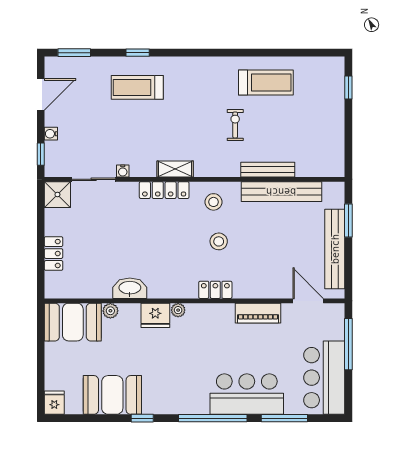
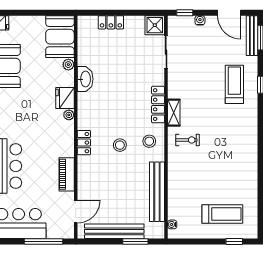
treadmill: (266, 83) -> (222, 214), moved, turned -90
exercise bike: (235, 125) -> (188, 140), moved
bench: (268, 170) -> (252, 36), moved
water cooler: (123, 171) -> (172, 224), moved

